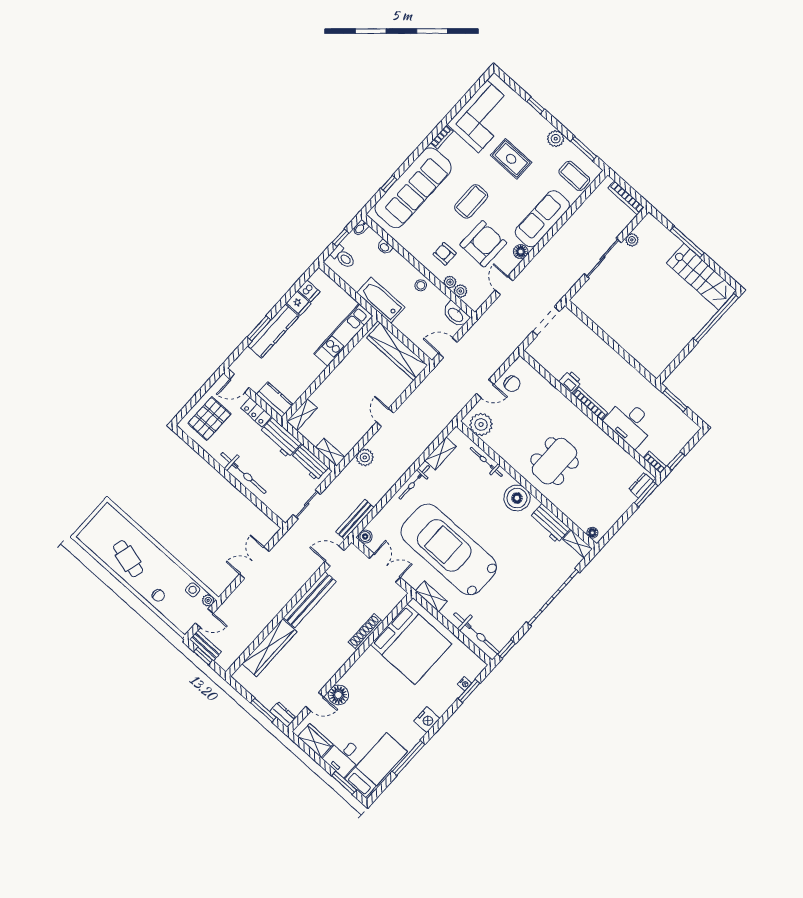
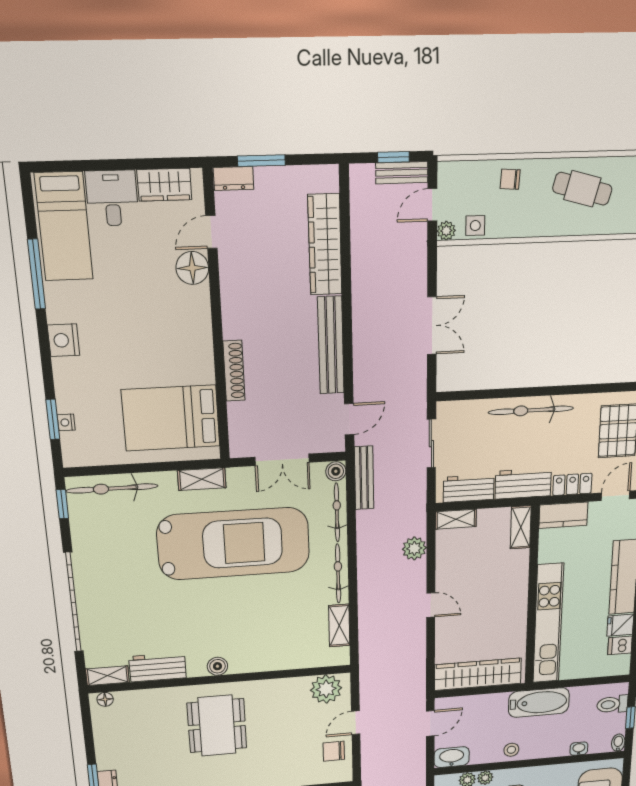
kitchen unit: (343, 335) -> (548, 624), width x1.36
bicycle: (486, 462) -> (337, 513), moved, turned -90
boiler: (517, 498) -> (217, 666), width x0.54, depth x0.54
bed: (411, 644) -> (171, 418), width x0.73
window: (344, 783) -> (78, 166), removed

